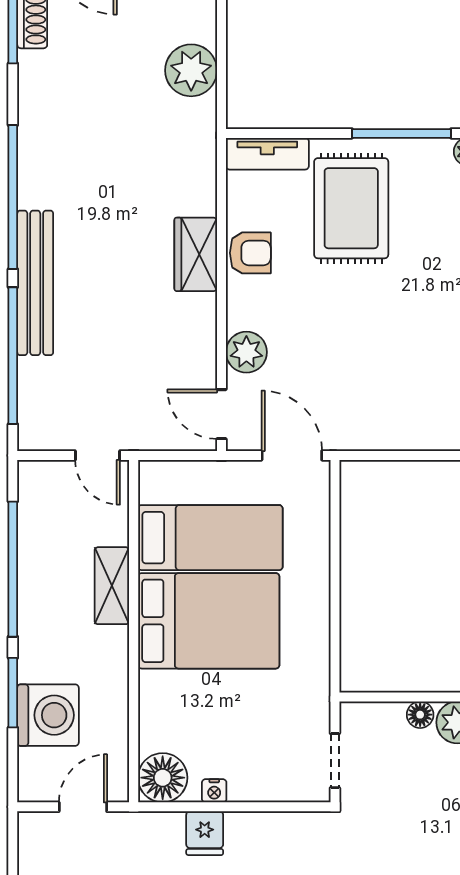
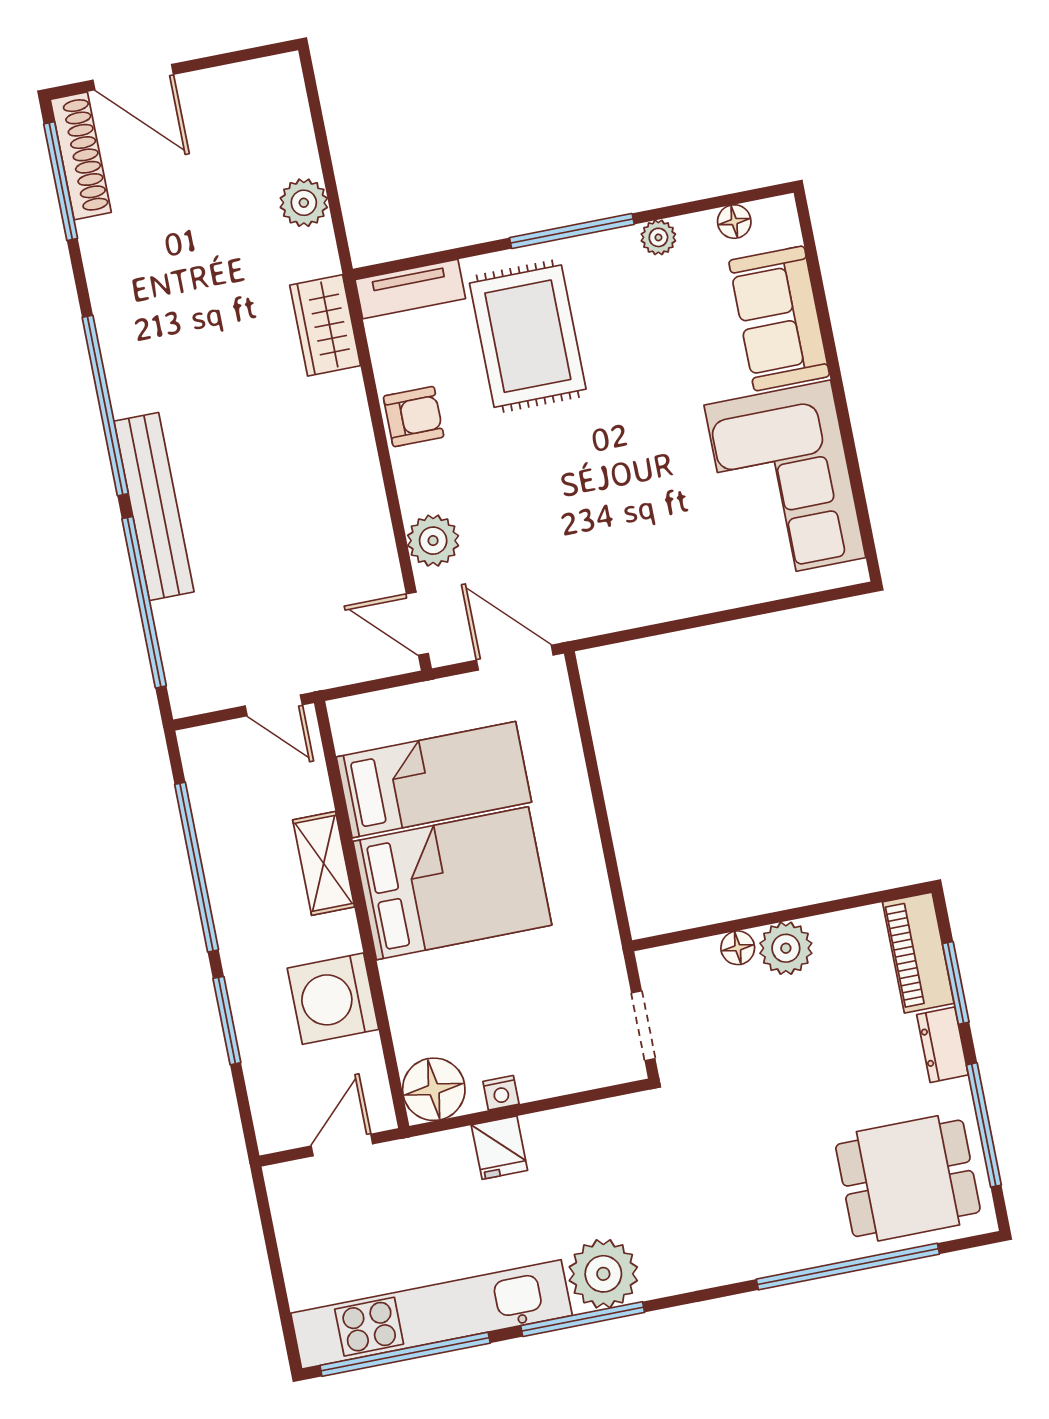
plant: (191, 70) -> (304, 203), width x0.73, depth x0.73
wardrobe: (196, 254) -> (325, 325), moved
washing machine: (48, 715) -> (333, 999), moved, turned 180

